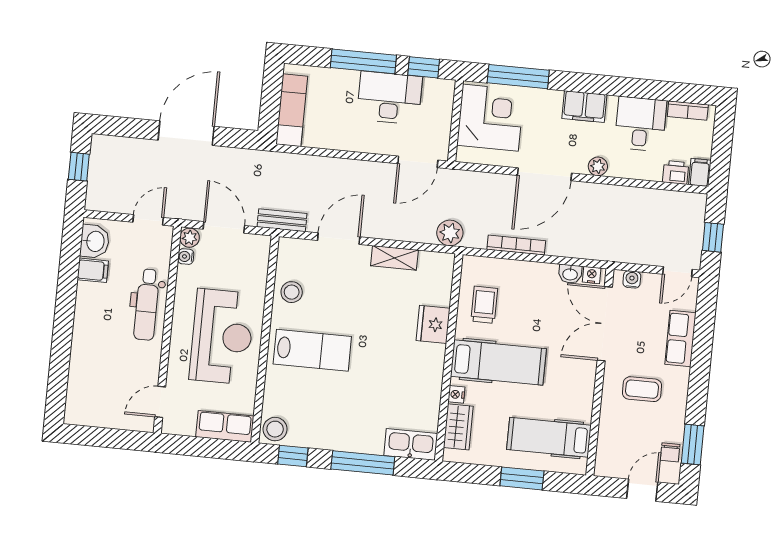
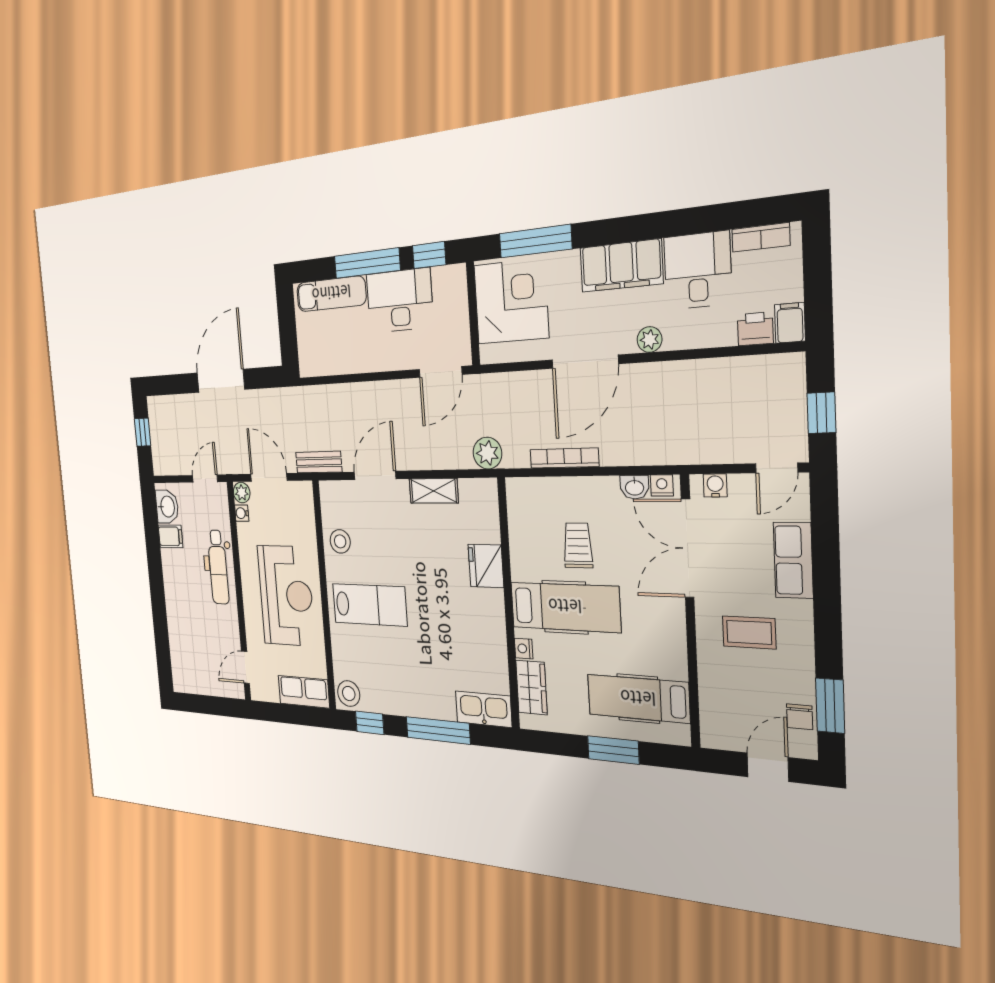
filing cabinet: (584, 107) -> (621, 266), width x1.50, depth x1.17
exam couch: (292, 110) -> (331, 294), moved, turned 90
trolley: (484, 305) -> (578, 545), moved

